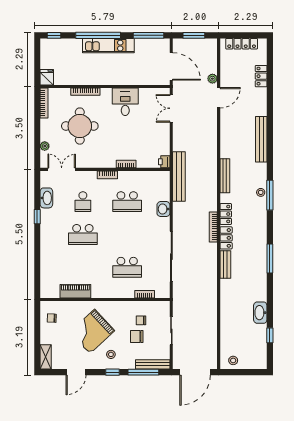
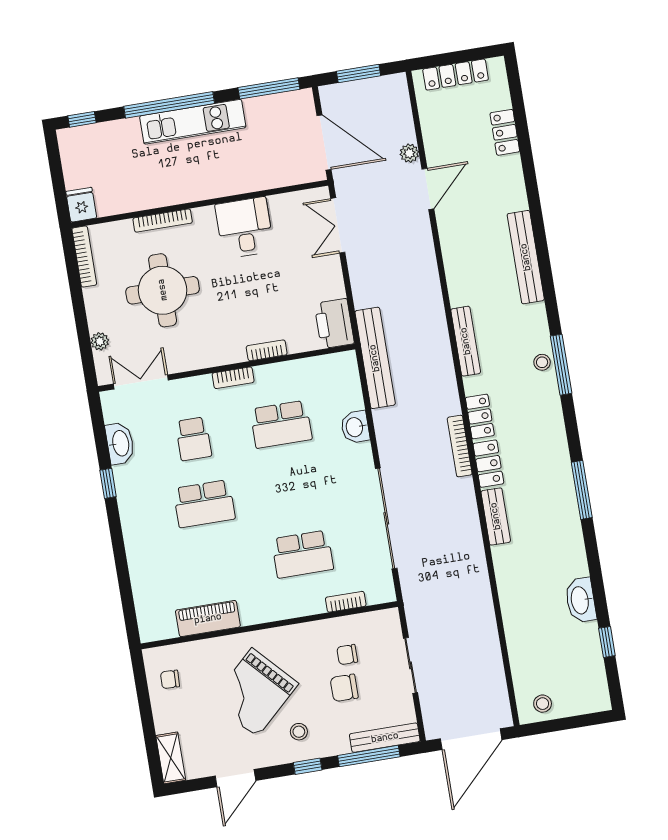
printer: (164, 162) -> (334, 324), width x1.87, depth x1.48

